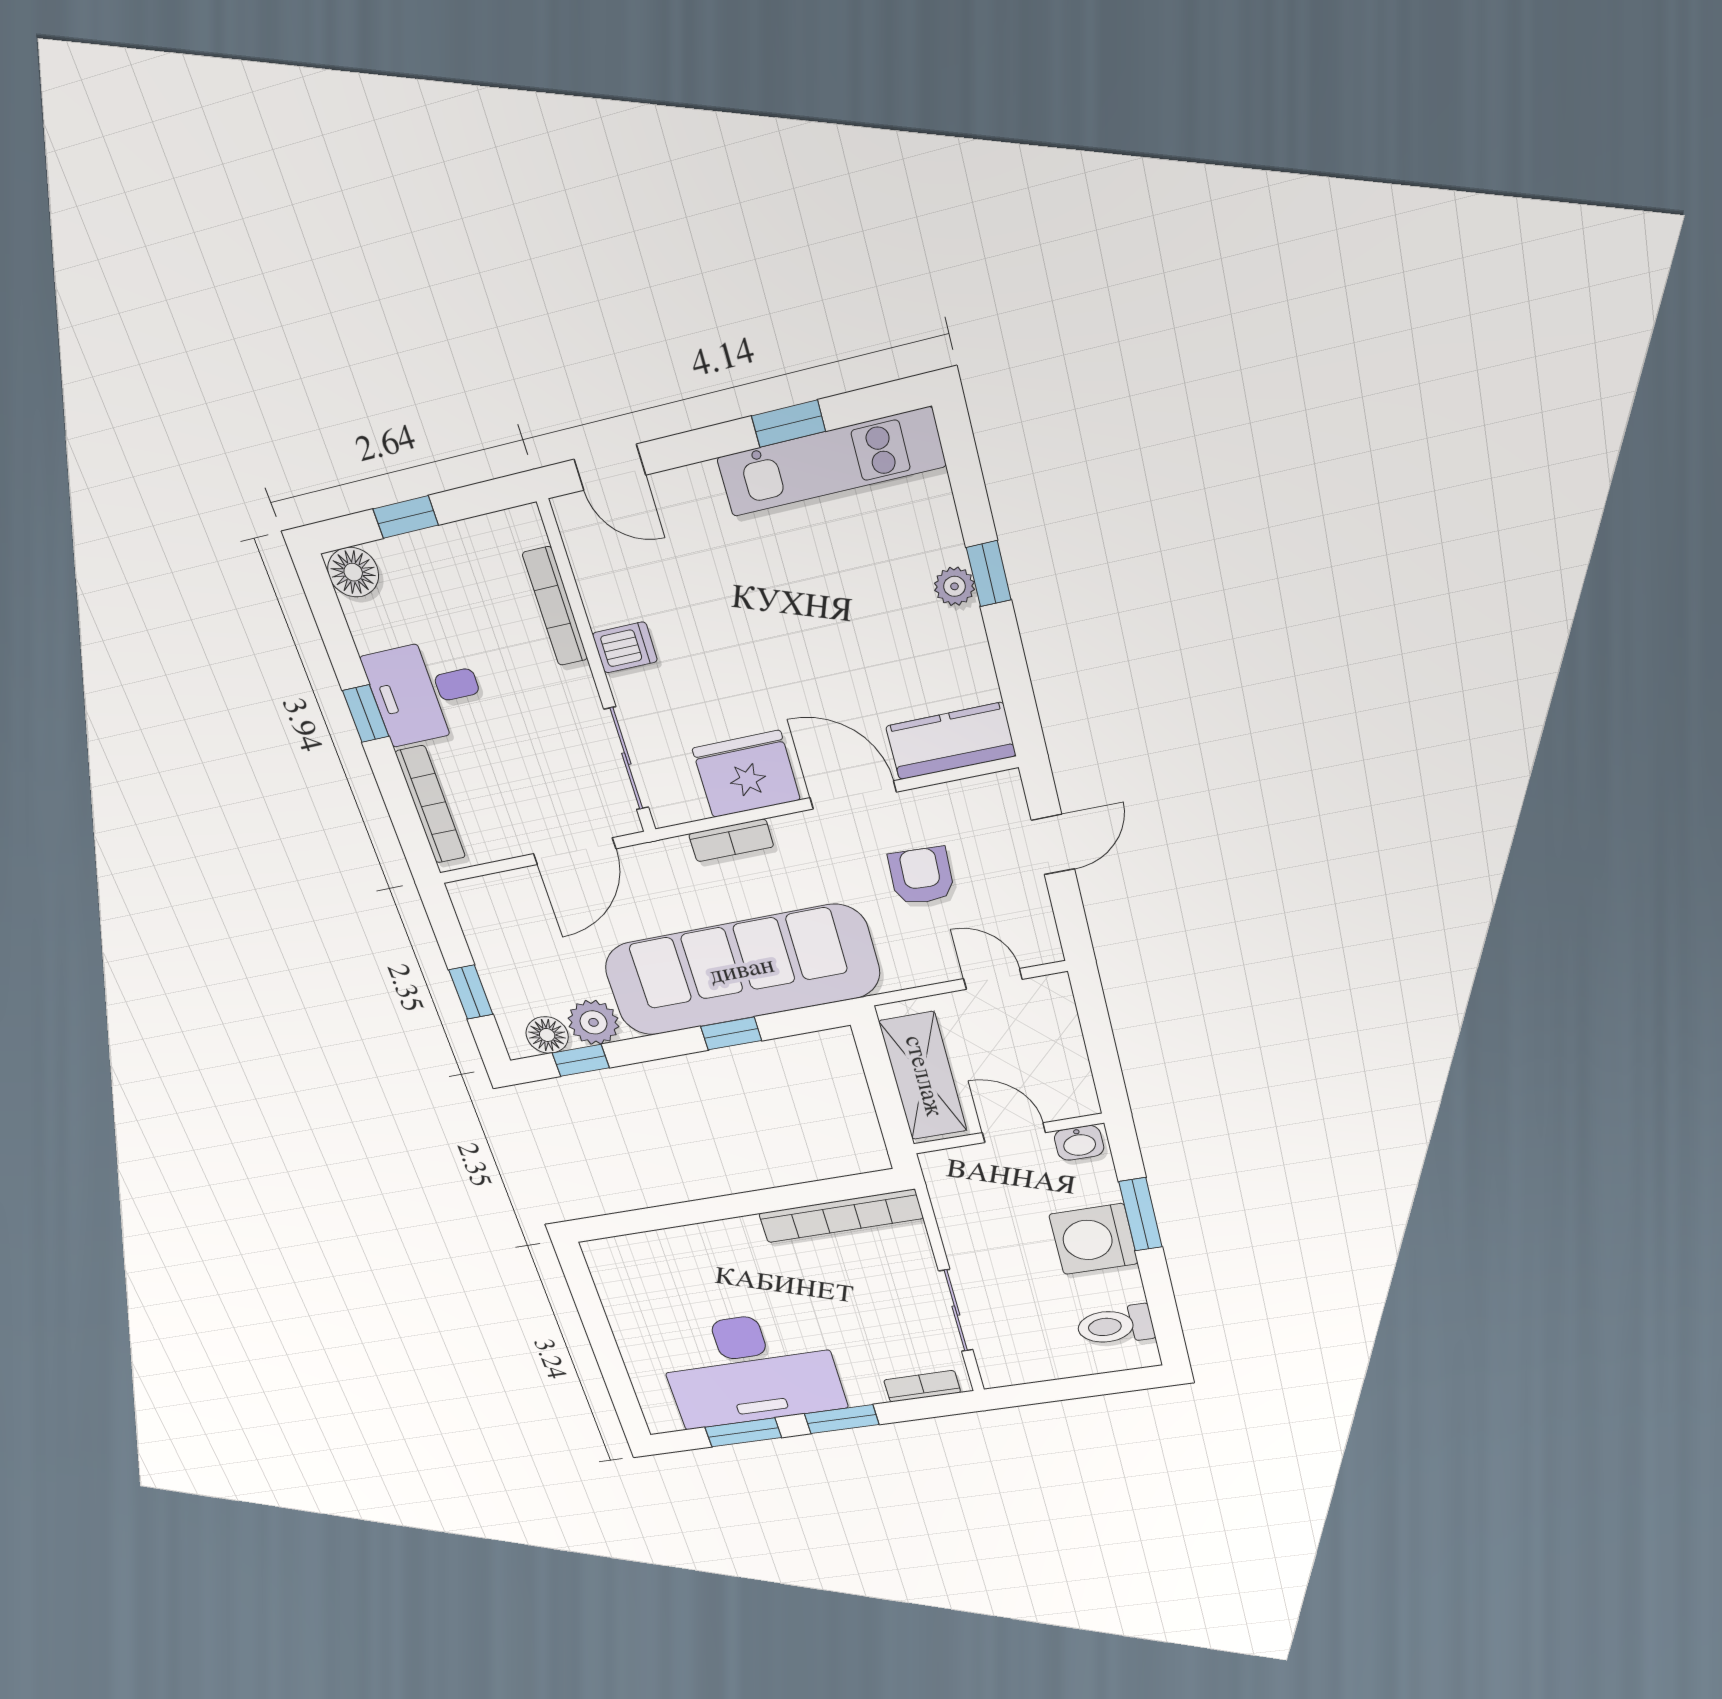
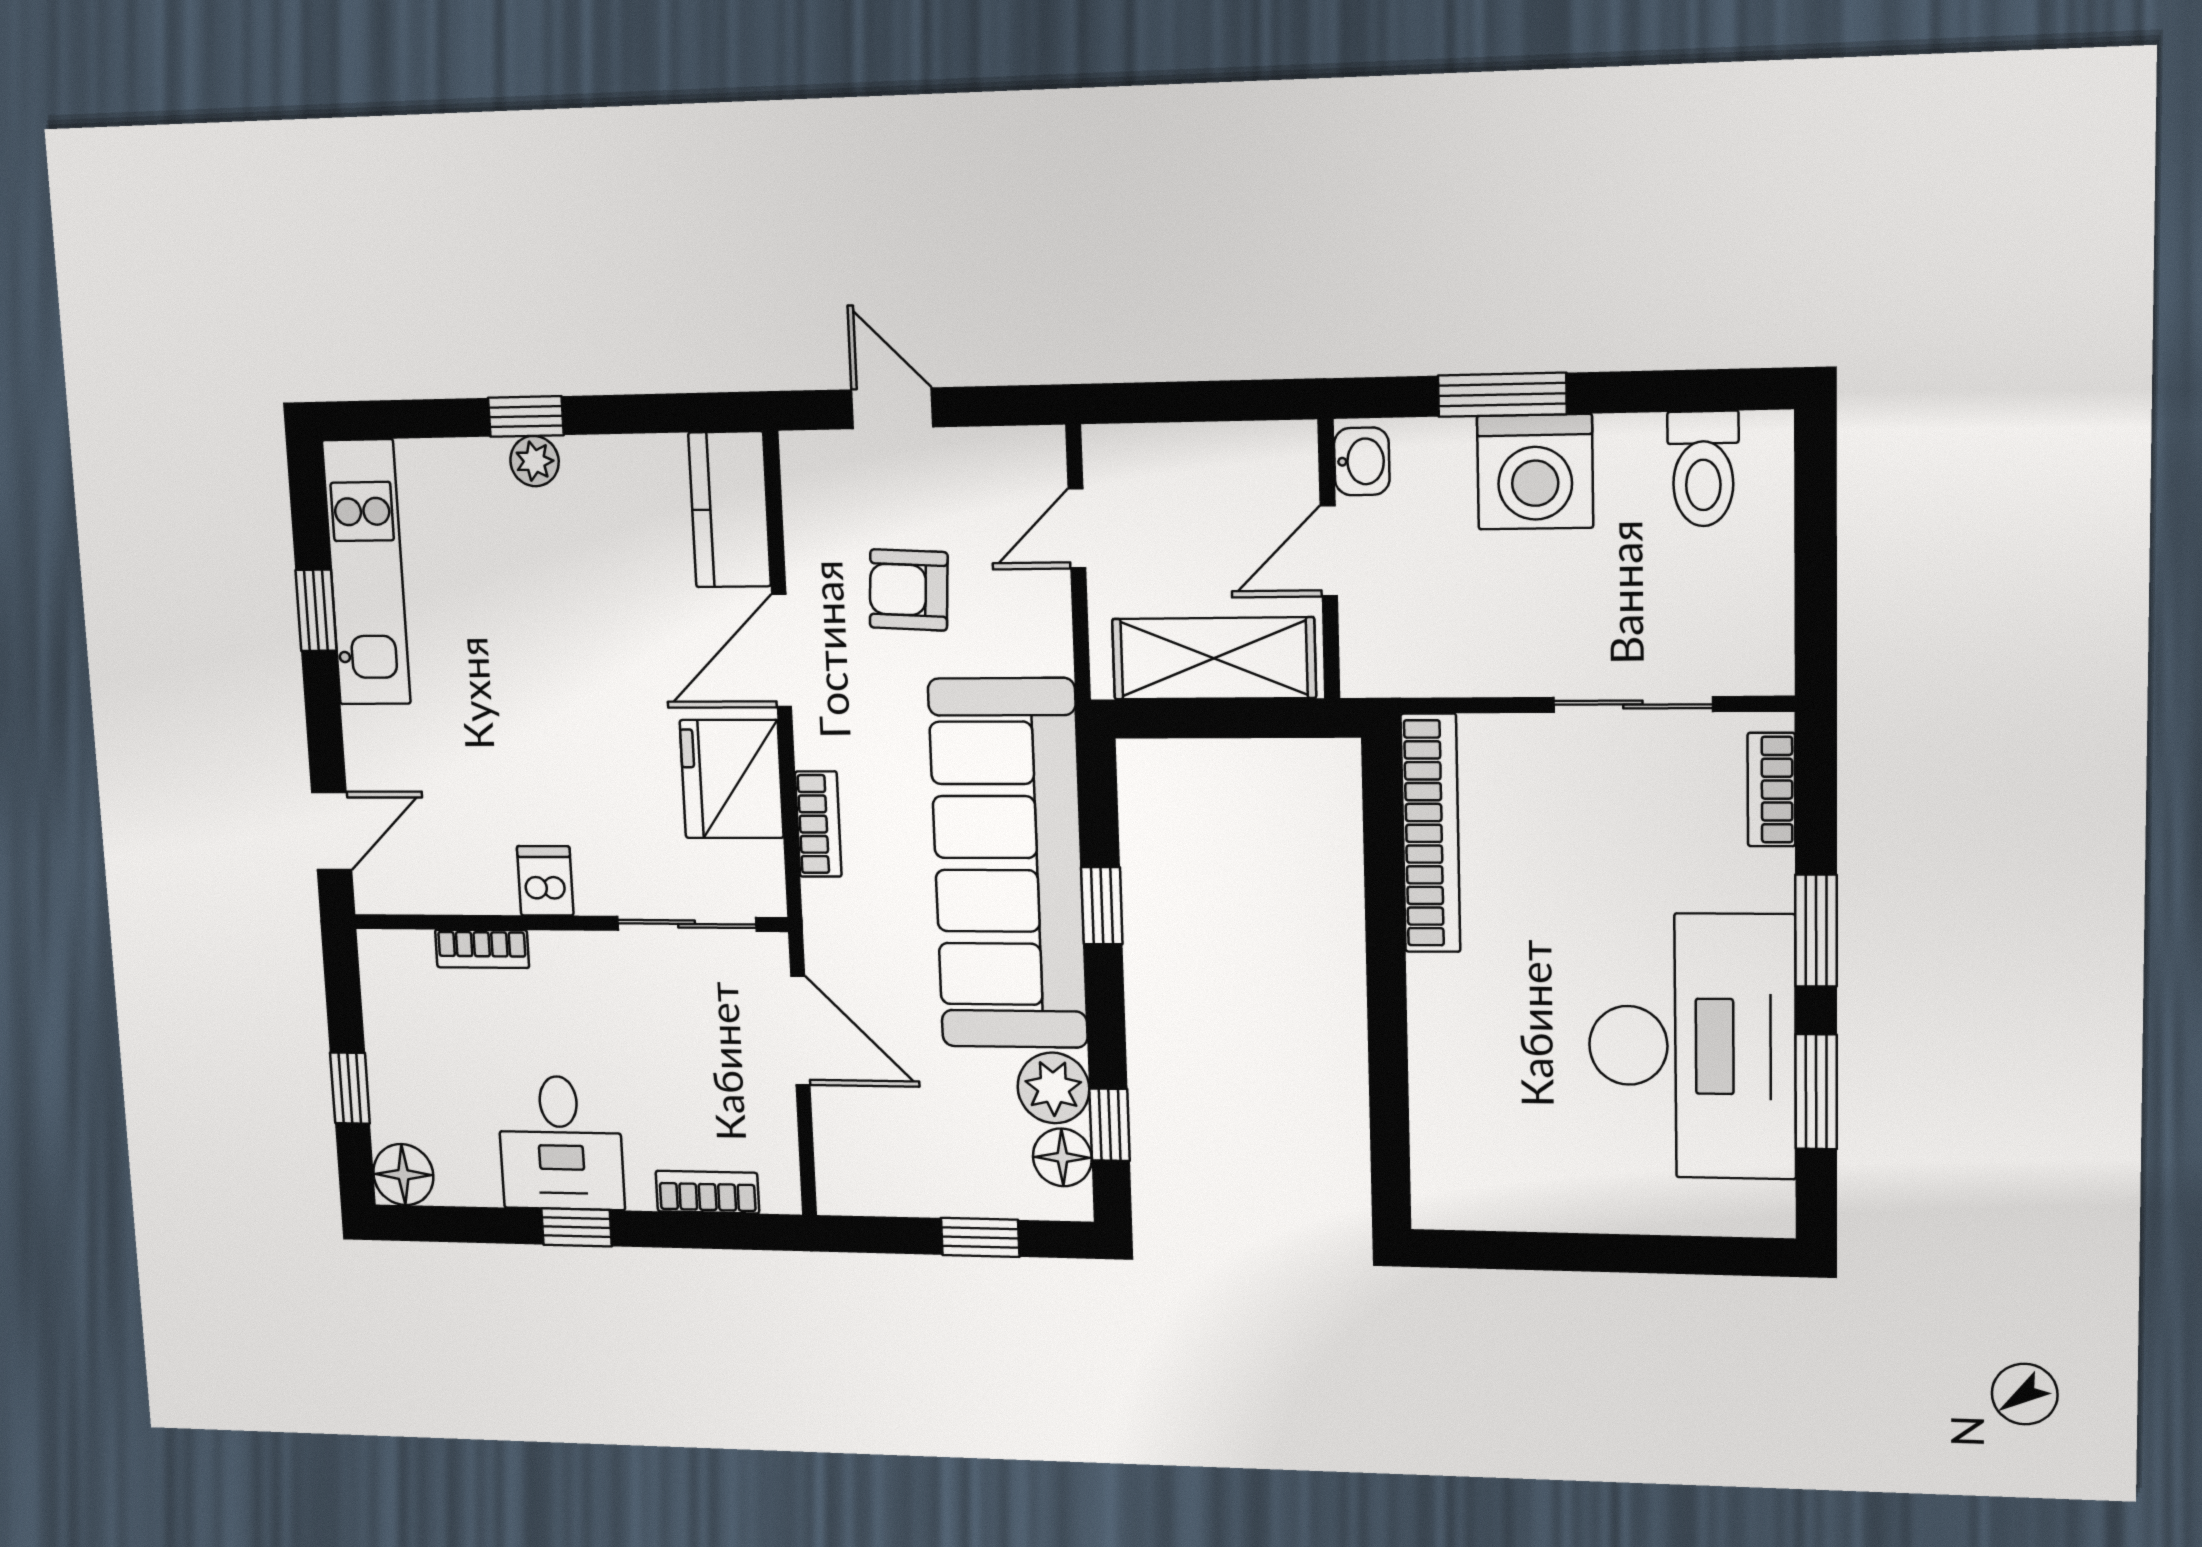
bookcase: (555, 606) -> (482, 949), width x0.64
bookcase: (430, 805) -> (707, 1192), width x0.64

